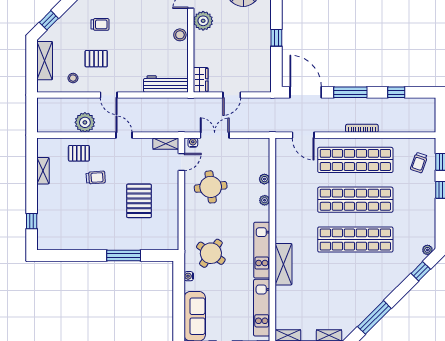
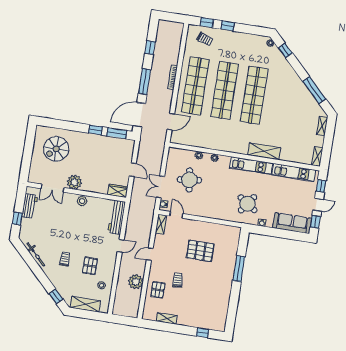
window: (276, 66) -> (117, 133), added
door: (109, 95) -> (121, 246), moved
round table: (211, 187) -> (189, 180), moved

